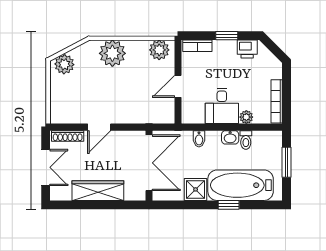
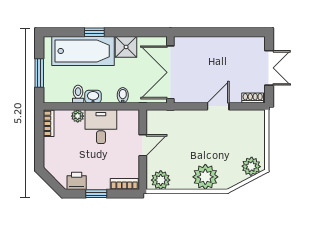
bookcase: (277, 101) -> (49, 123), width x0.64
shoe rack: (68, 136) -> (253, 98), width x0.70
double door: (46, 167) -> (269, 68), swing flipped
wardrobe: (98, 191) -> (219, 46), removed

